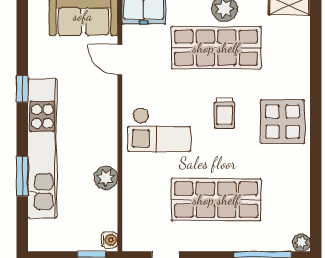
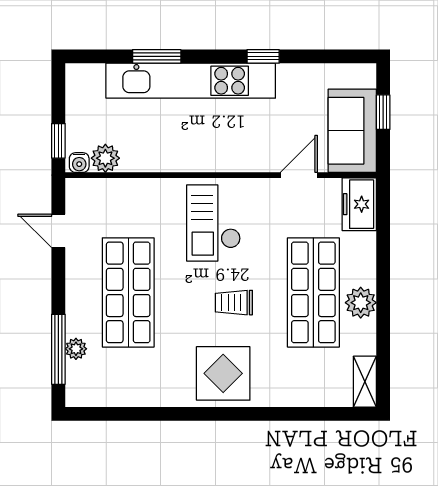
plant: (106, 178) -> (105, 158), moved
plant: (301, 243) -> (76, 349), moved

